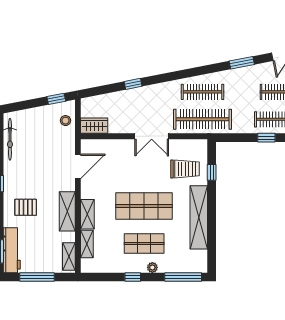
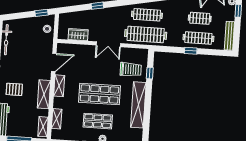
wardrobe: (94, 126) -> (78, 35), moved
shelving: (87, 214) -> (59, 86), moved

